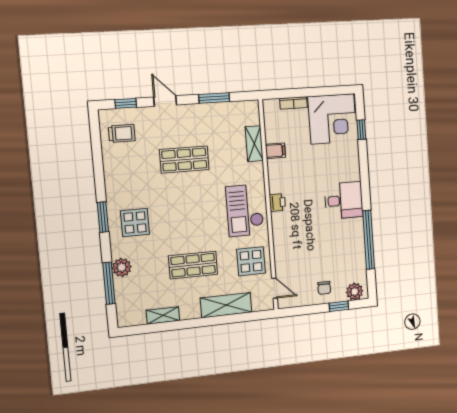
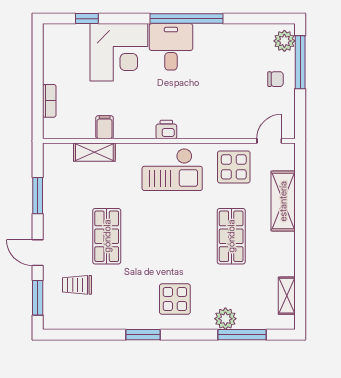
door: (165, 101) -> (38, 253), hinge flipped
window: (126, 103) -> (38, 298), width x1.50
corner desk: (332, 119) -> (119, 52), moved, turned 90
trolley: (122, 133) -> (77, 285), moved, turned -90
window: (103, 217) -> (143, 335), moved
window: (369, 240) -> (187, 19), moved
window: (339, 306) -> (300, 62), width x2.17
shelving: (163, 315) -> (287, 296), moved

